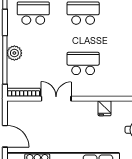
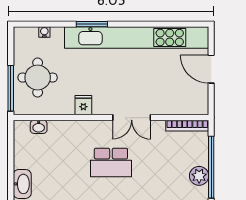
double door: (56, 99) -> (132, 118), moved

